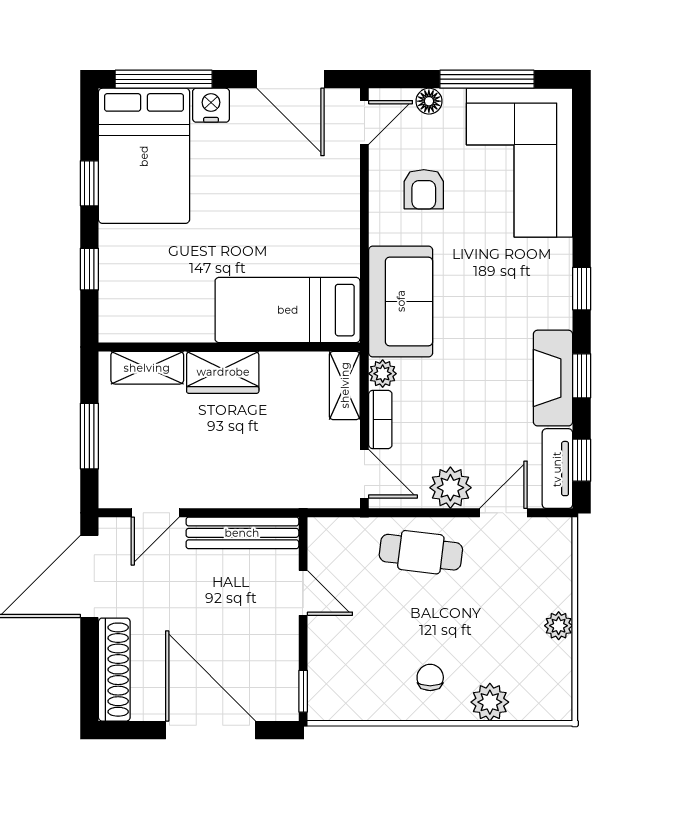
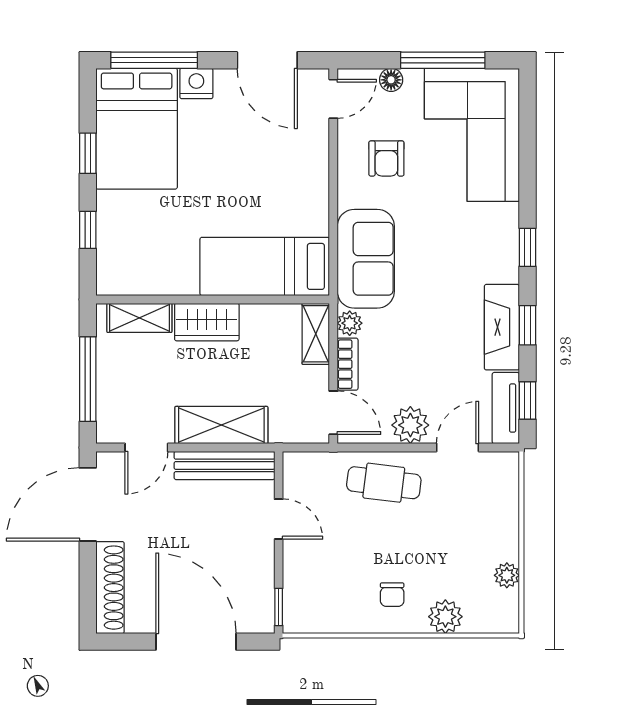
window: (89, 436) -> (88, 379), width x1.44
shelving: (239, 488) -> (221, 425), added
plant: (559, 626) -> (507, 575), moved
chair: (430, 677) -> (392, 595), turned 180

